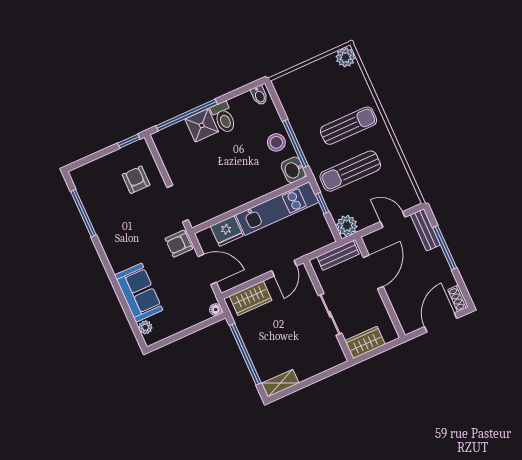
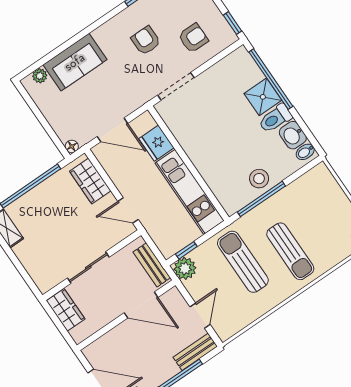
washbasin: (293, 170) -> (293, 135), moved, turned -90
window: (322, 203) -> (186, 250), moved
armchair: (179, 244) -> (146, 41), moved
door: (207, 269) -> (112, 130), hinge flipped

